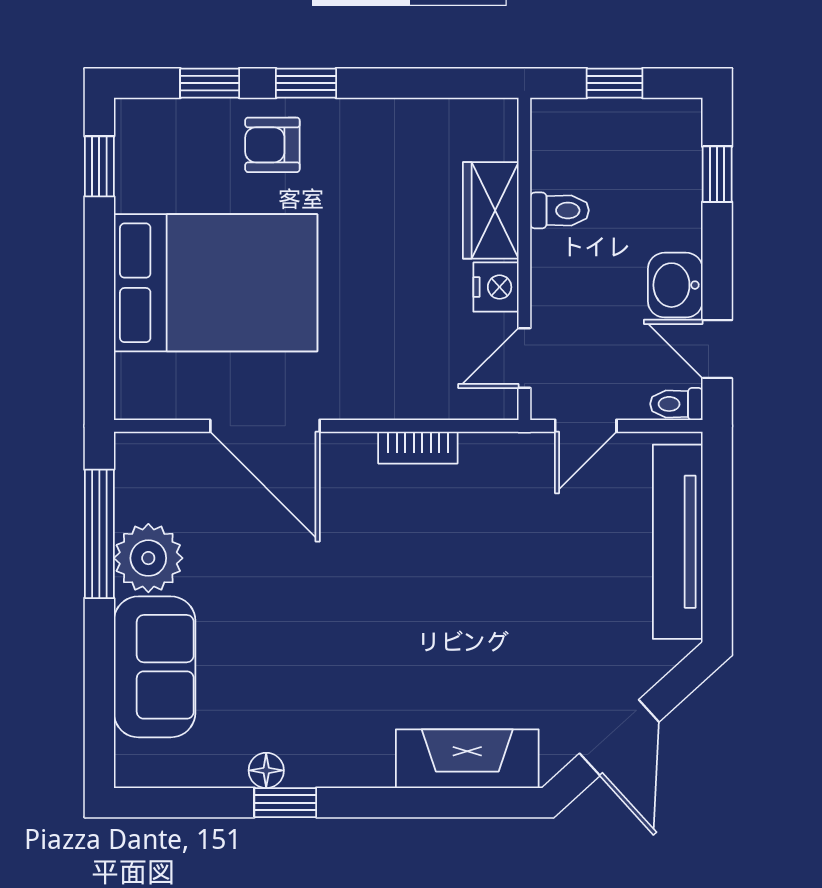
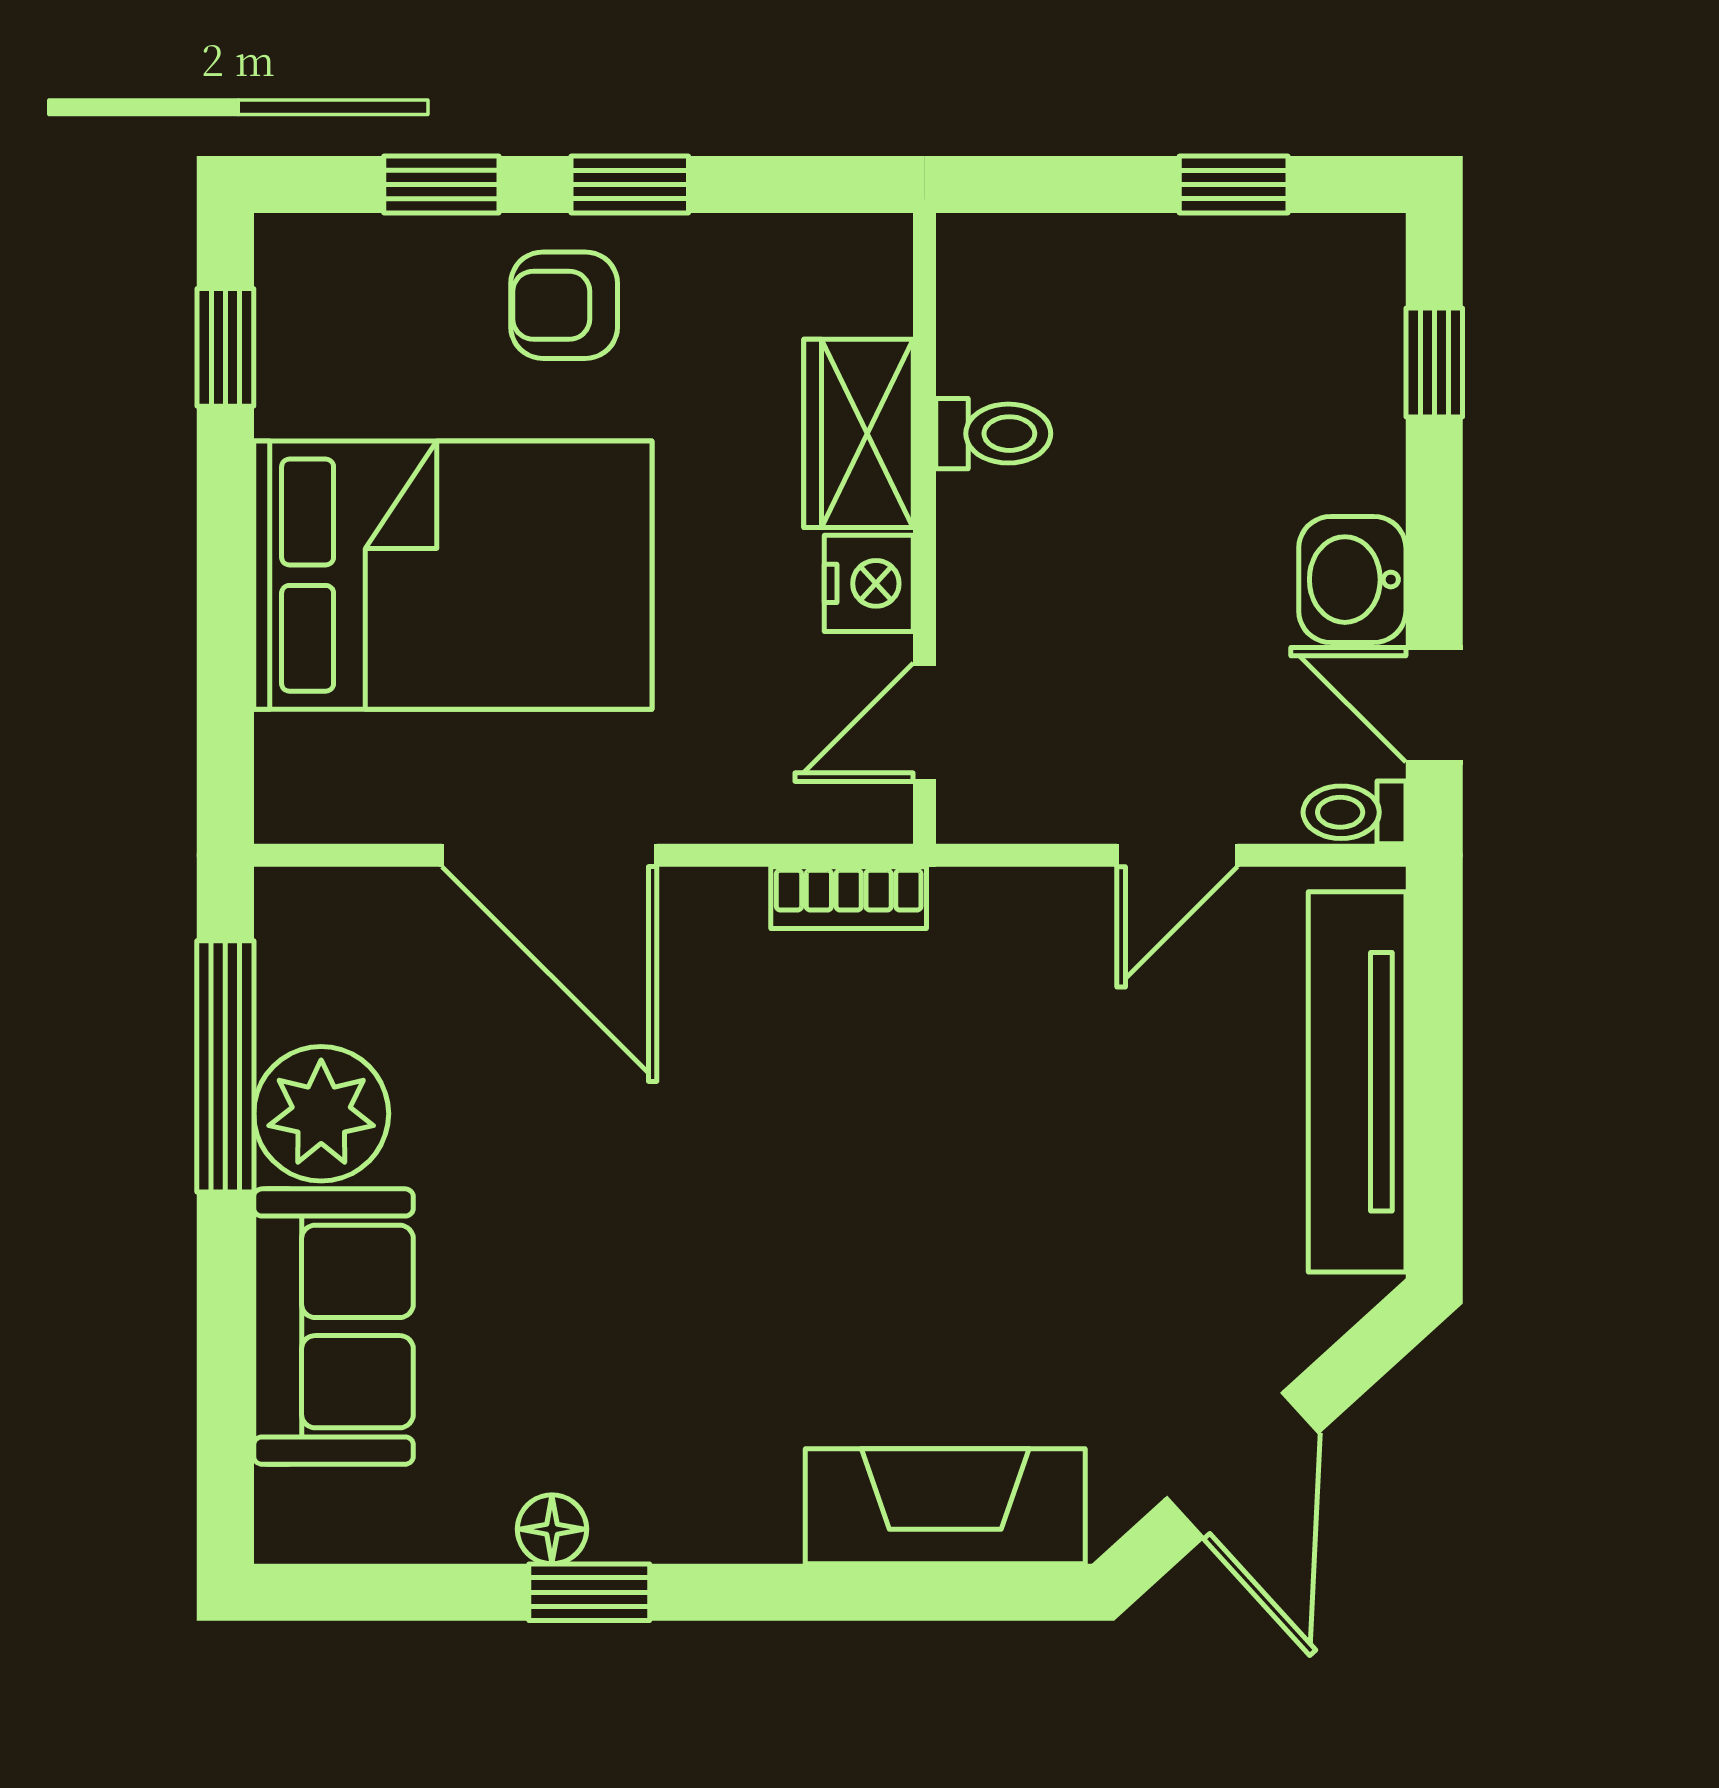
wardrobe: (491, 210) -> (859, 433), moved
toilet: (560, 210) -> (993, 434), moved
wall: (524, 259) -> (925, 528), moved
nightstand: (496, 287) -> (869, 583), moved
door: (524, 358) -> (925, 722), moved

